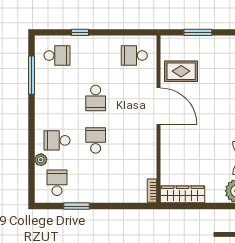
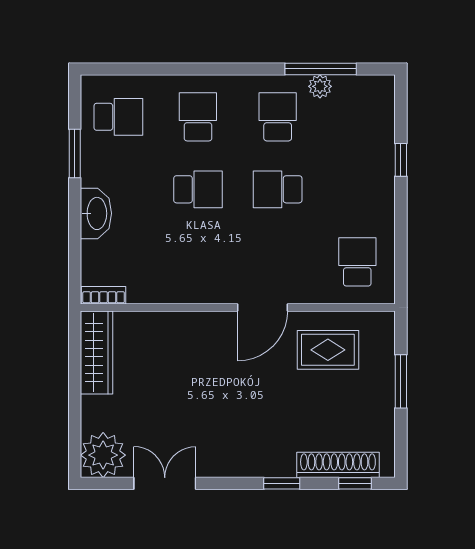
school desk: (57, 56) -> (278, 117), moved, turned 180
rug: (181, 71) -> (328, 350), turned 90
door: (159, 106) -> (262, 307), width x0.73
plant: (41, 160) -> (320, 86), moved
washbasin: (108, 195) -> (96, 213), added

